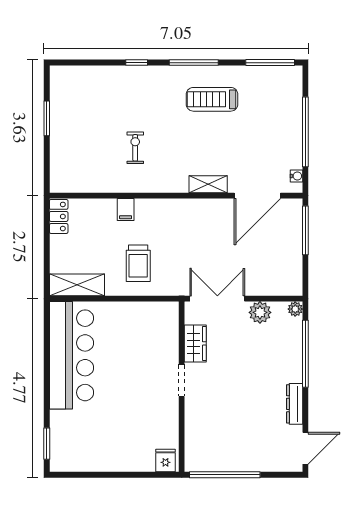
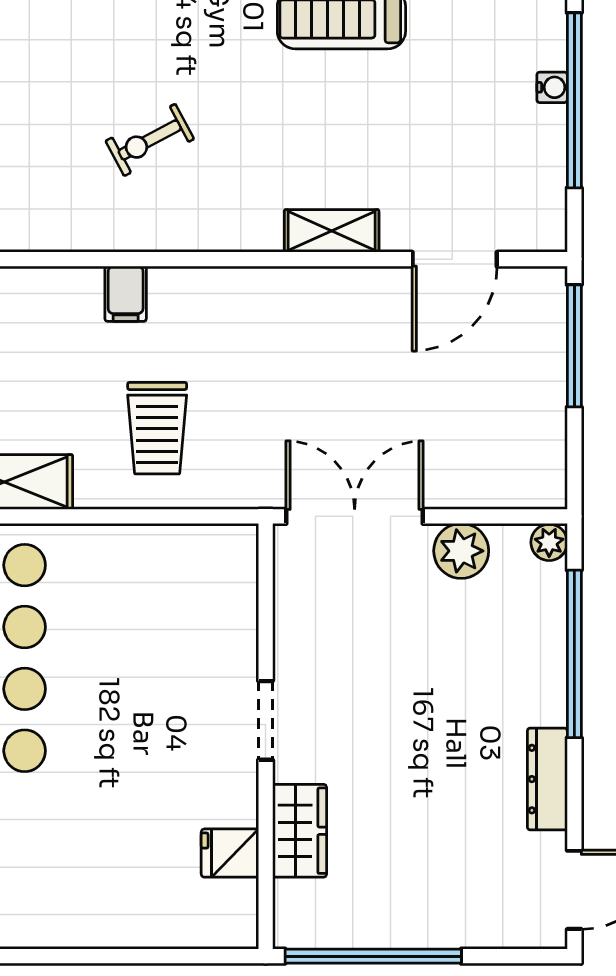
exercise bike: (135, 148) -> (150, 140), turned -118
water cooler: (296, 176) -> (552, 87), moved
door: (257, 196) -> (455, 259), width x0.73
wardrobe: (195, 343) -> (300, 831), moved
fridge: (165, 461) -> (230, 853), moved, turned -90

